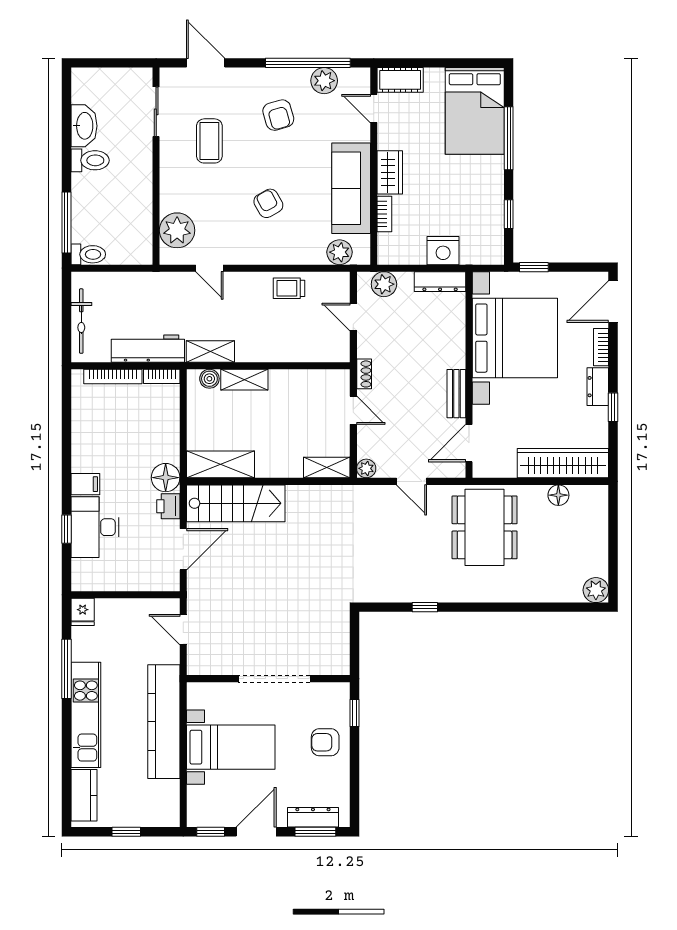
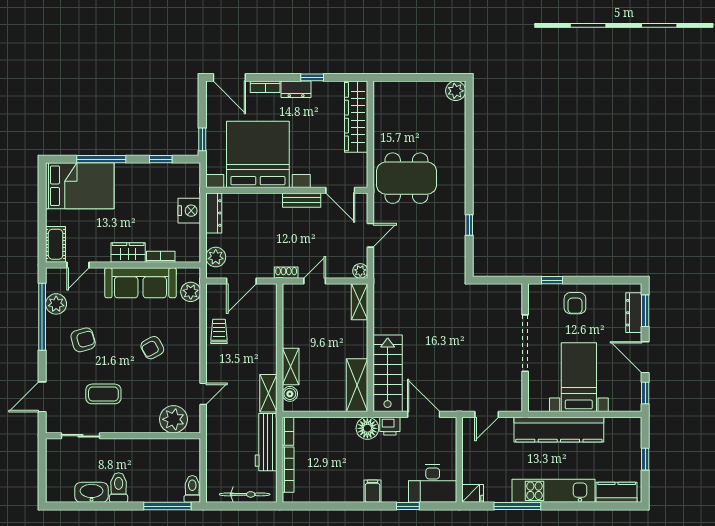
trolley: (289, 288) -> (219, 331), turned 180
door: (353, 317) -> (241, 281), width x1.37
floor lamp: (558, 495) -> (381, 120), removed
desk: (95, 527) -> (433, 484), moved

